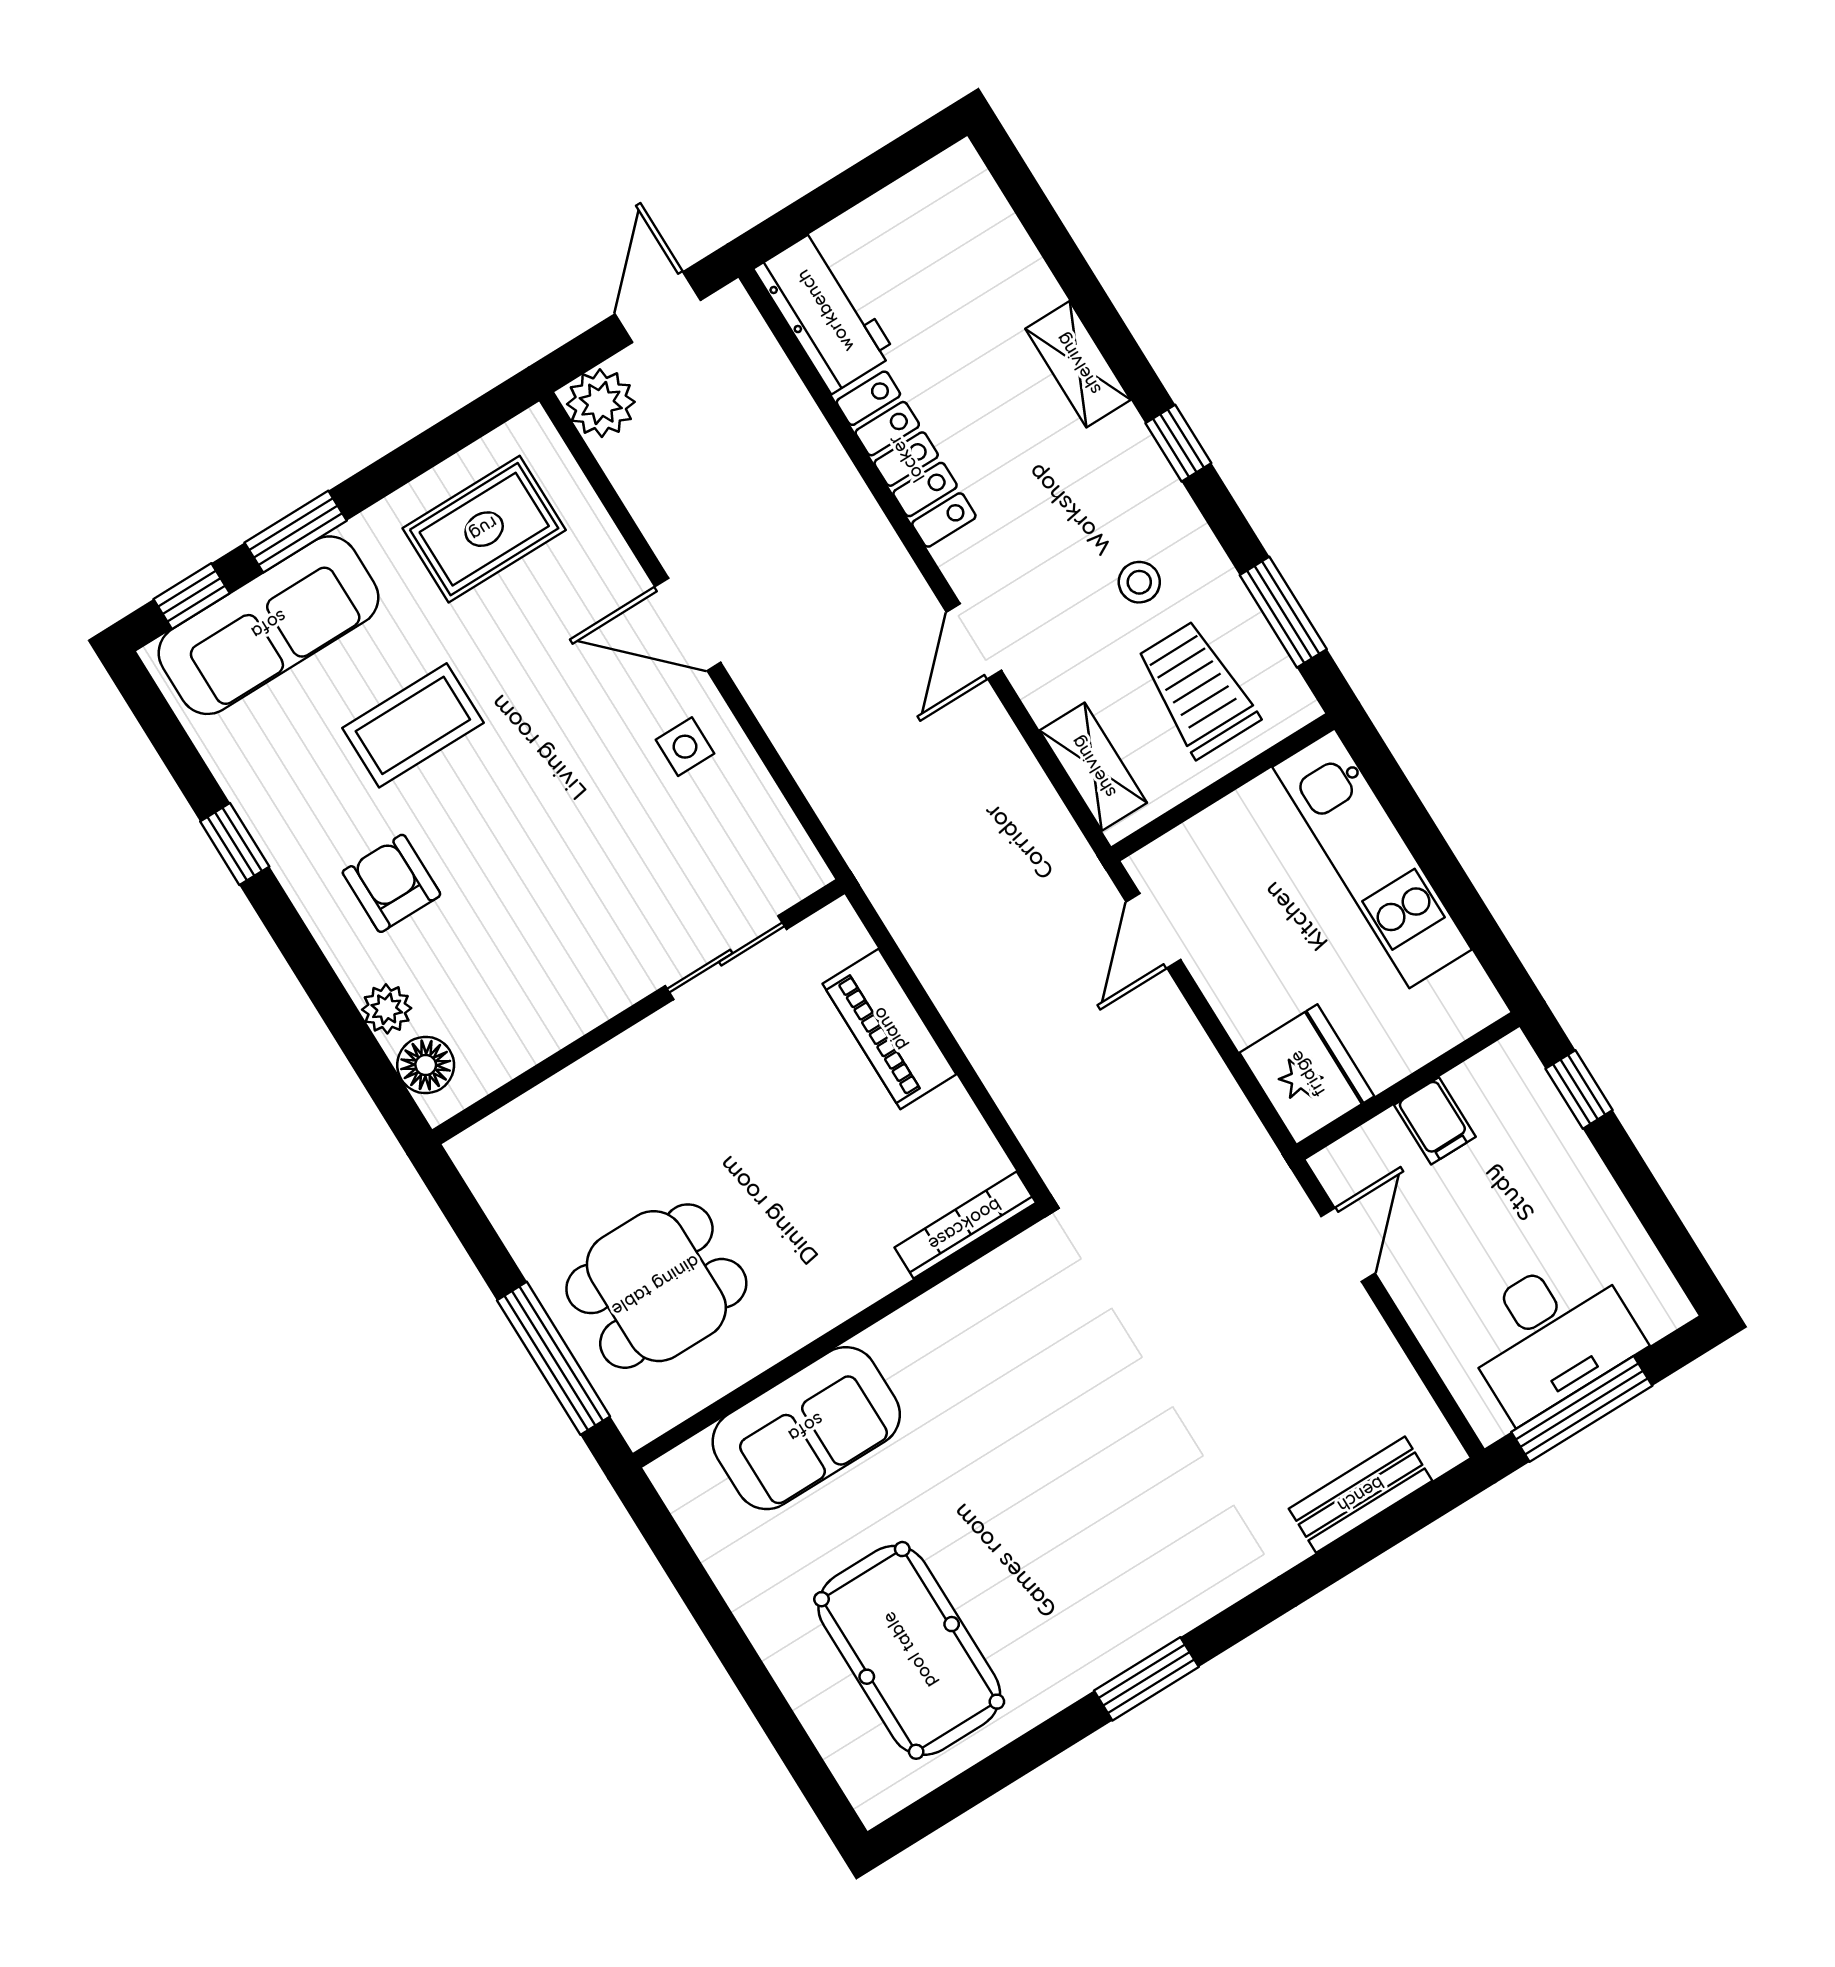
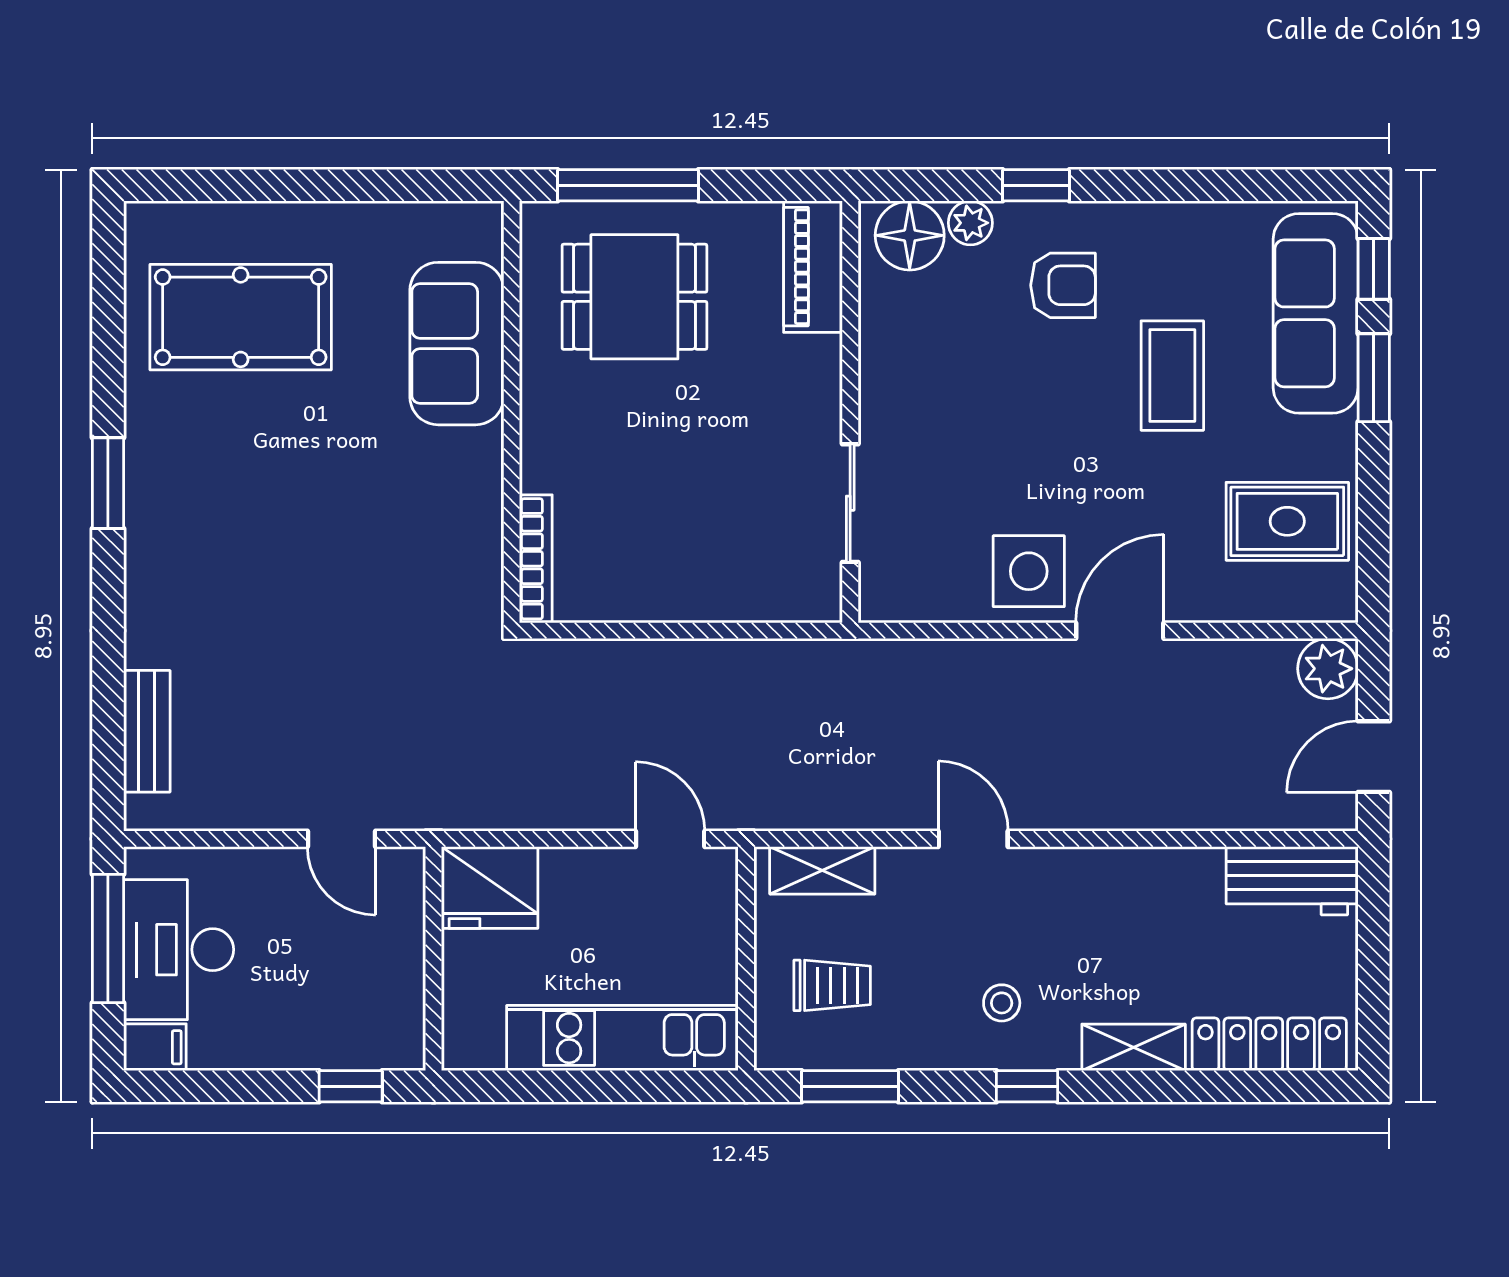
door: (658, 307) -> (1374, 757), swing flipped
locker: (906, 459) -> (1269, 1044), moved, turned 180
rug: (484, 529) -> (1287, 521), turned 90
stool: (1139, 582) -> (1002, 1003), moved
trolley: (1197, 689) -> (832, 985), width x0.73, depth x0.72
side table: (685, 747) -> (1029, 571), width x1.87, depth x1.87
window: (235, 844) -> (1036, 185), moved
piano: (889, 1029) -> (813, 267), moved, turned -90
floor lamp: (426, 1065) -> (910, 235), width x1.38, depth x1.38
filing cabinet: (1435, 1121) -> (155, 1047), moved, turned 180
dining table: (656, 1286) -> (634, 297), turned 90

